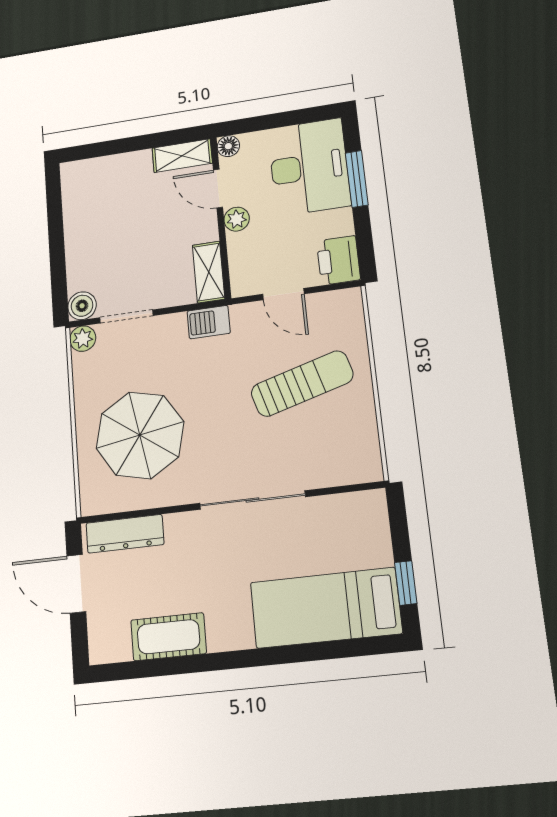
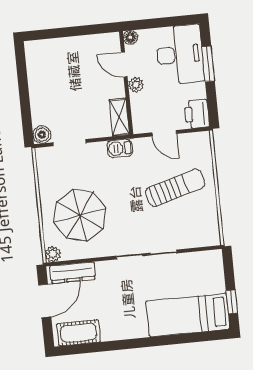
shelving: (182, 156) -> (102, 42), removed
plant: (83, 339) -> (53, 254), moved
door: (76, 584) -> (45, 301), swing flipped
cot: (169, 637) -> (79, 333), moved

